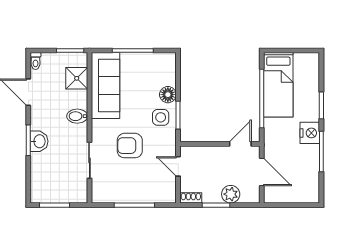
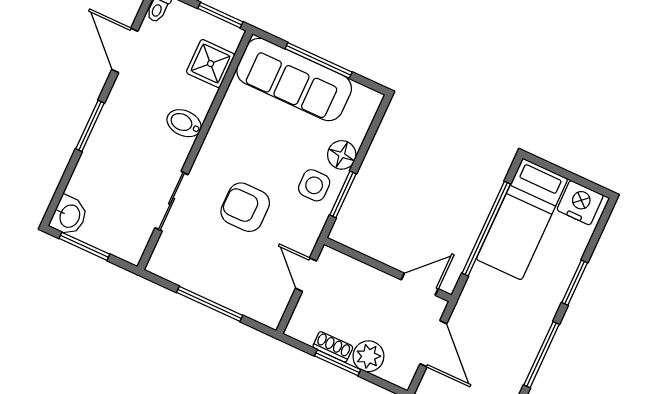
sofa: (105, 86) -> (294, 79), moved, turned 90
nightstand: (310, 133) -> (580, 203), moved, turned -90
washbasin: (39, 141) -> (69, 216), moved
shoe rack: (191, 198) -> (333, 347), moved

